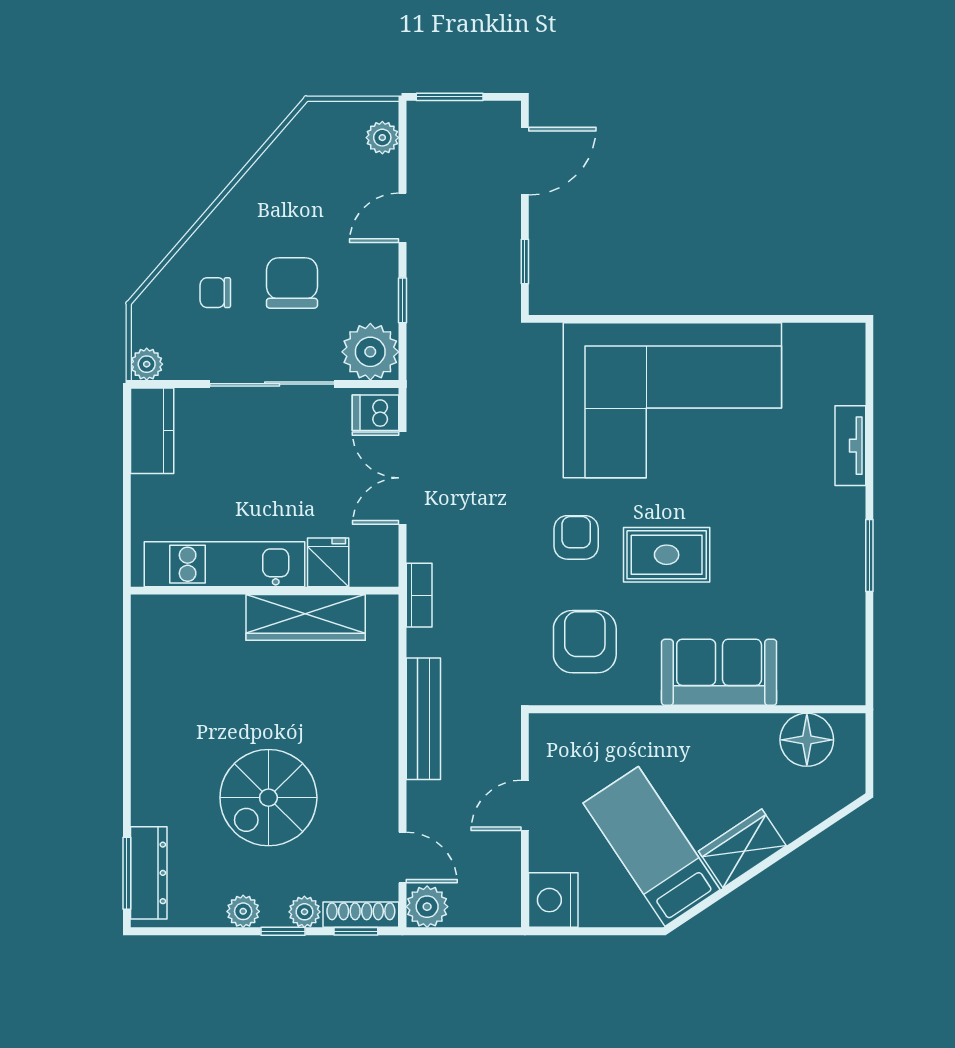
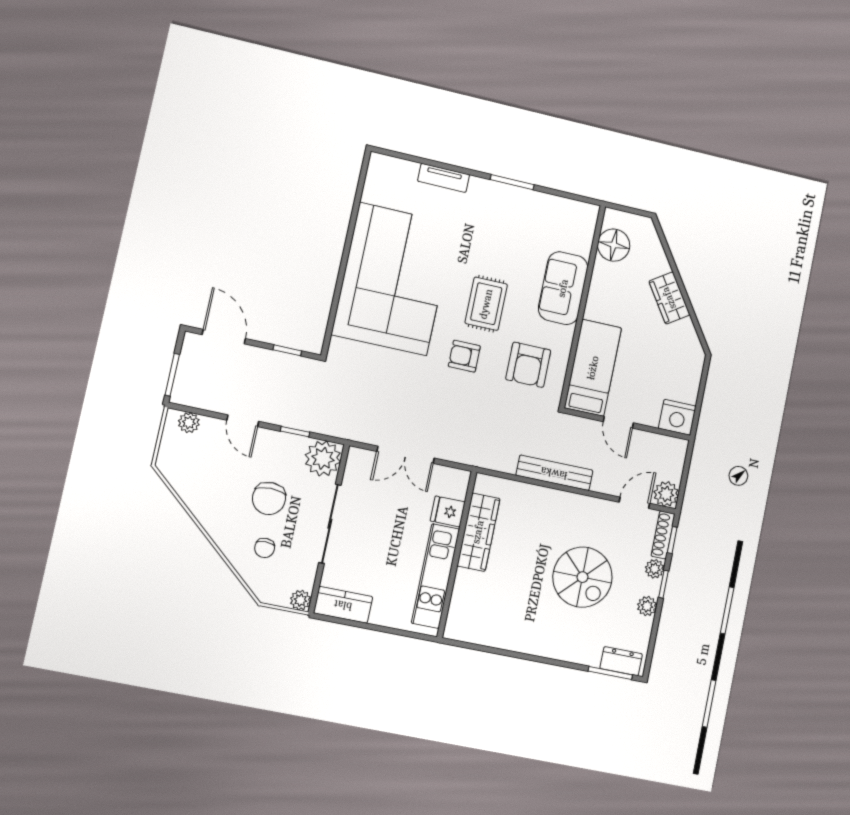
chair: (292, 283) -> (269, 498), turned -90
dishwasher: (376, 413) -> (362, 463), removed
bookcase: (419, 595) -> (479, 460), removed
armchair: (585, 642) -> (528, 365), turned -90
bed: (652, 846) -> (593, 368), moved, turned 124
dresser: (149, 873) -> (621, 661), width x0.70

